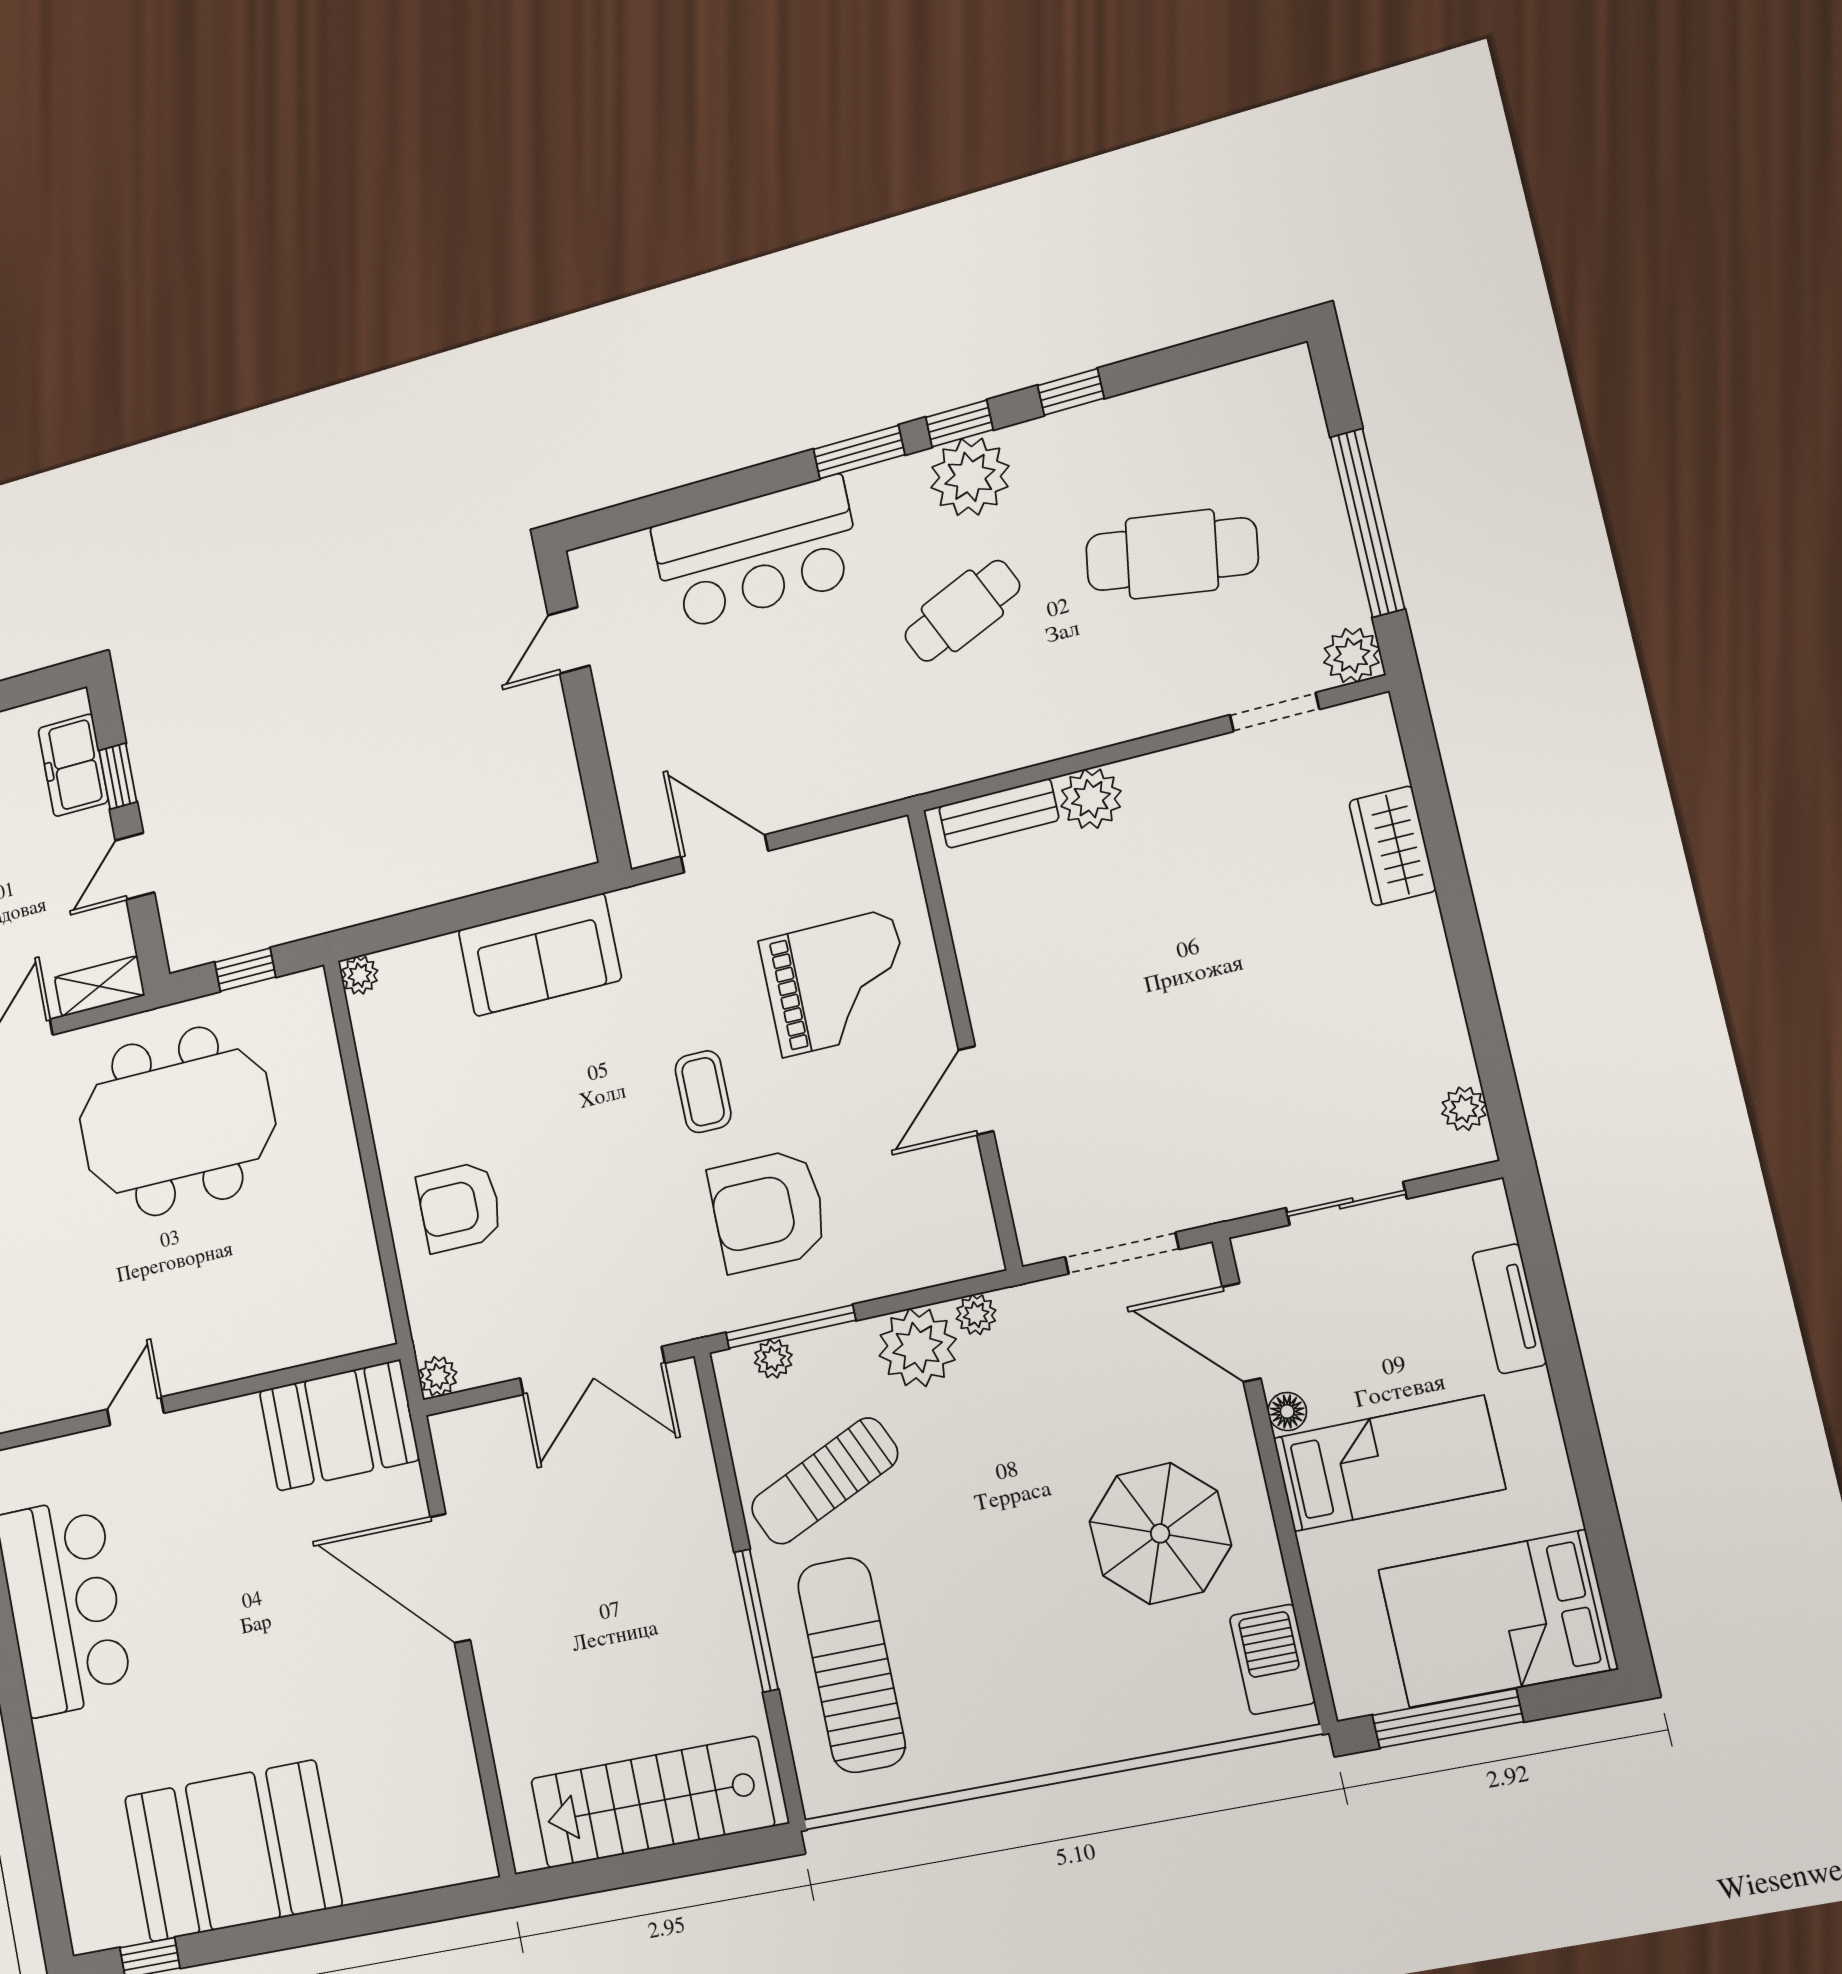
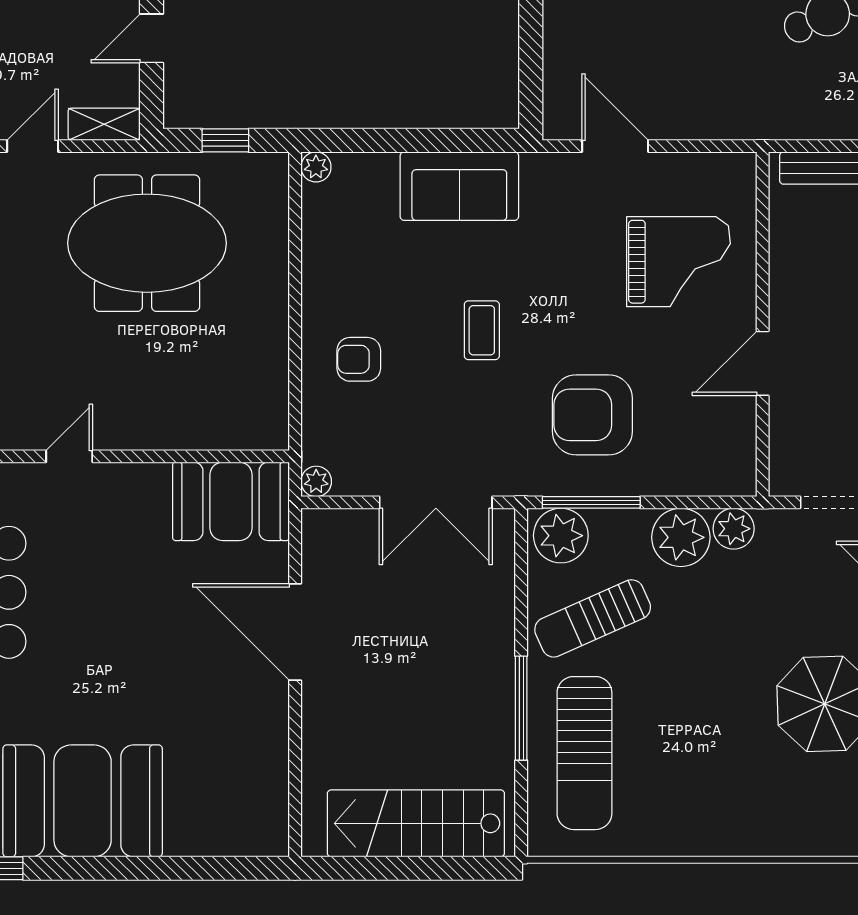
coffee table: (703, 1092) -> (482, 330), moved
armchair: (459, 1207) -> (359, 359), width x0.72, depth x0.72
plant: (976, 1315) -> (734, 529), width x1.38, depth x1.38
plant: (773, 1359) -> (561, 536), width x1.87, depth x1.87
sun lounger: (851, 1665) -> (584, 753), turned 180

